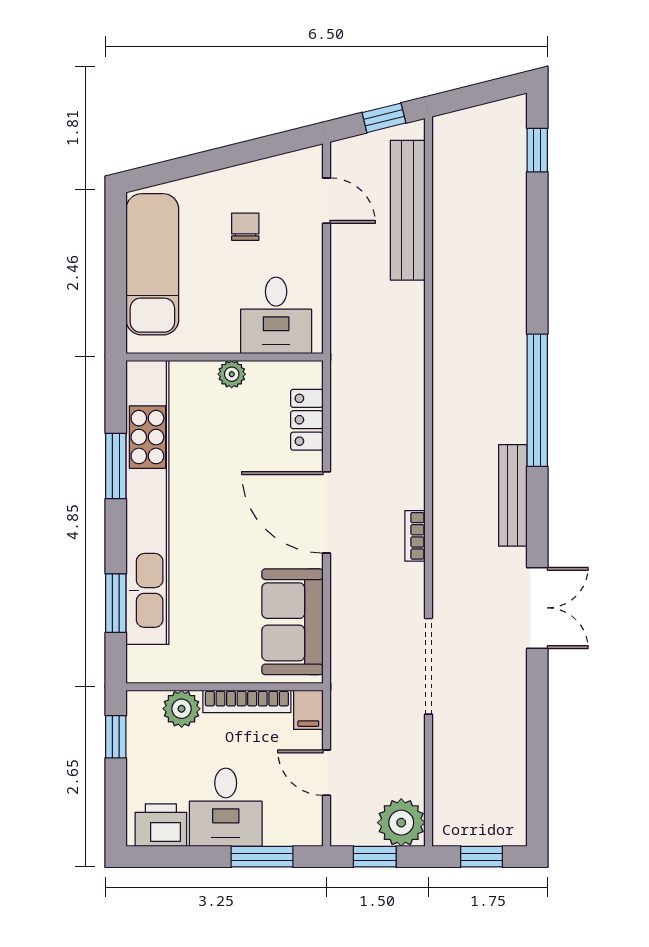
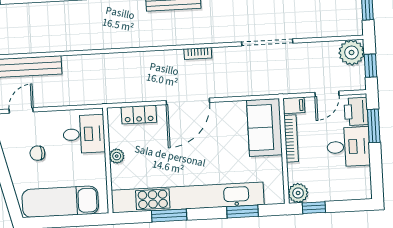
sofa: (292, 622) -> (264, 127), moved, turned 90
plant: (182, 709) -> (298, 193), moved
printer: (161, 825) -> (356, 112), moved

